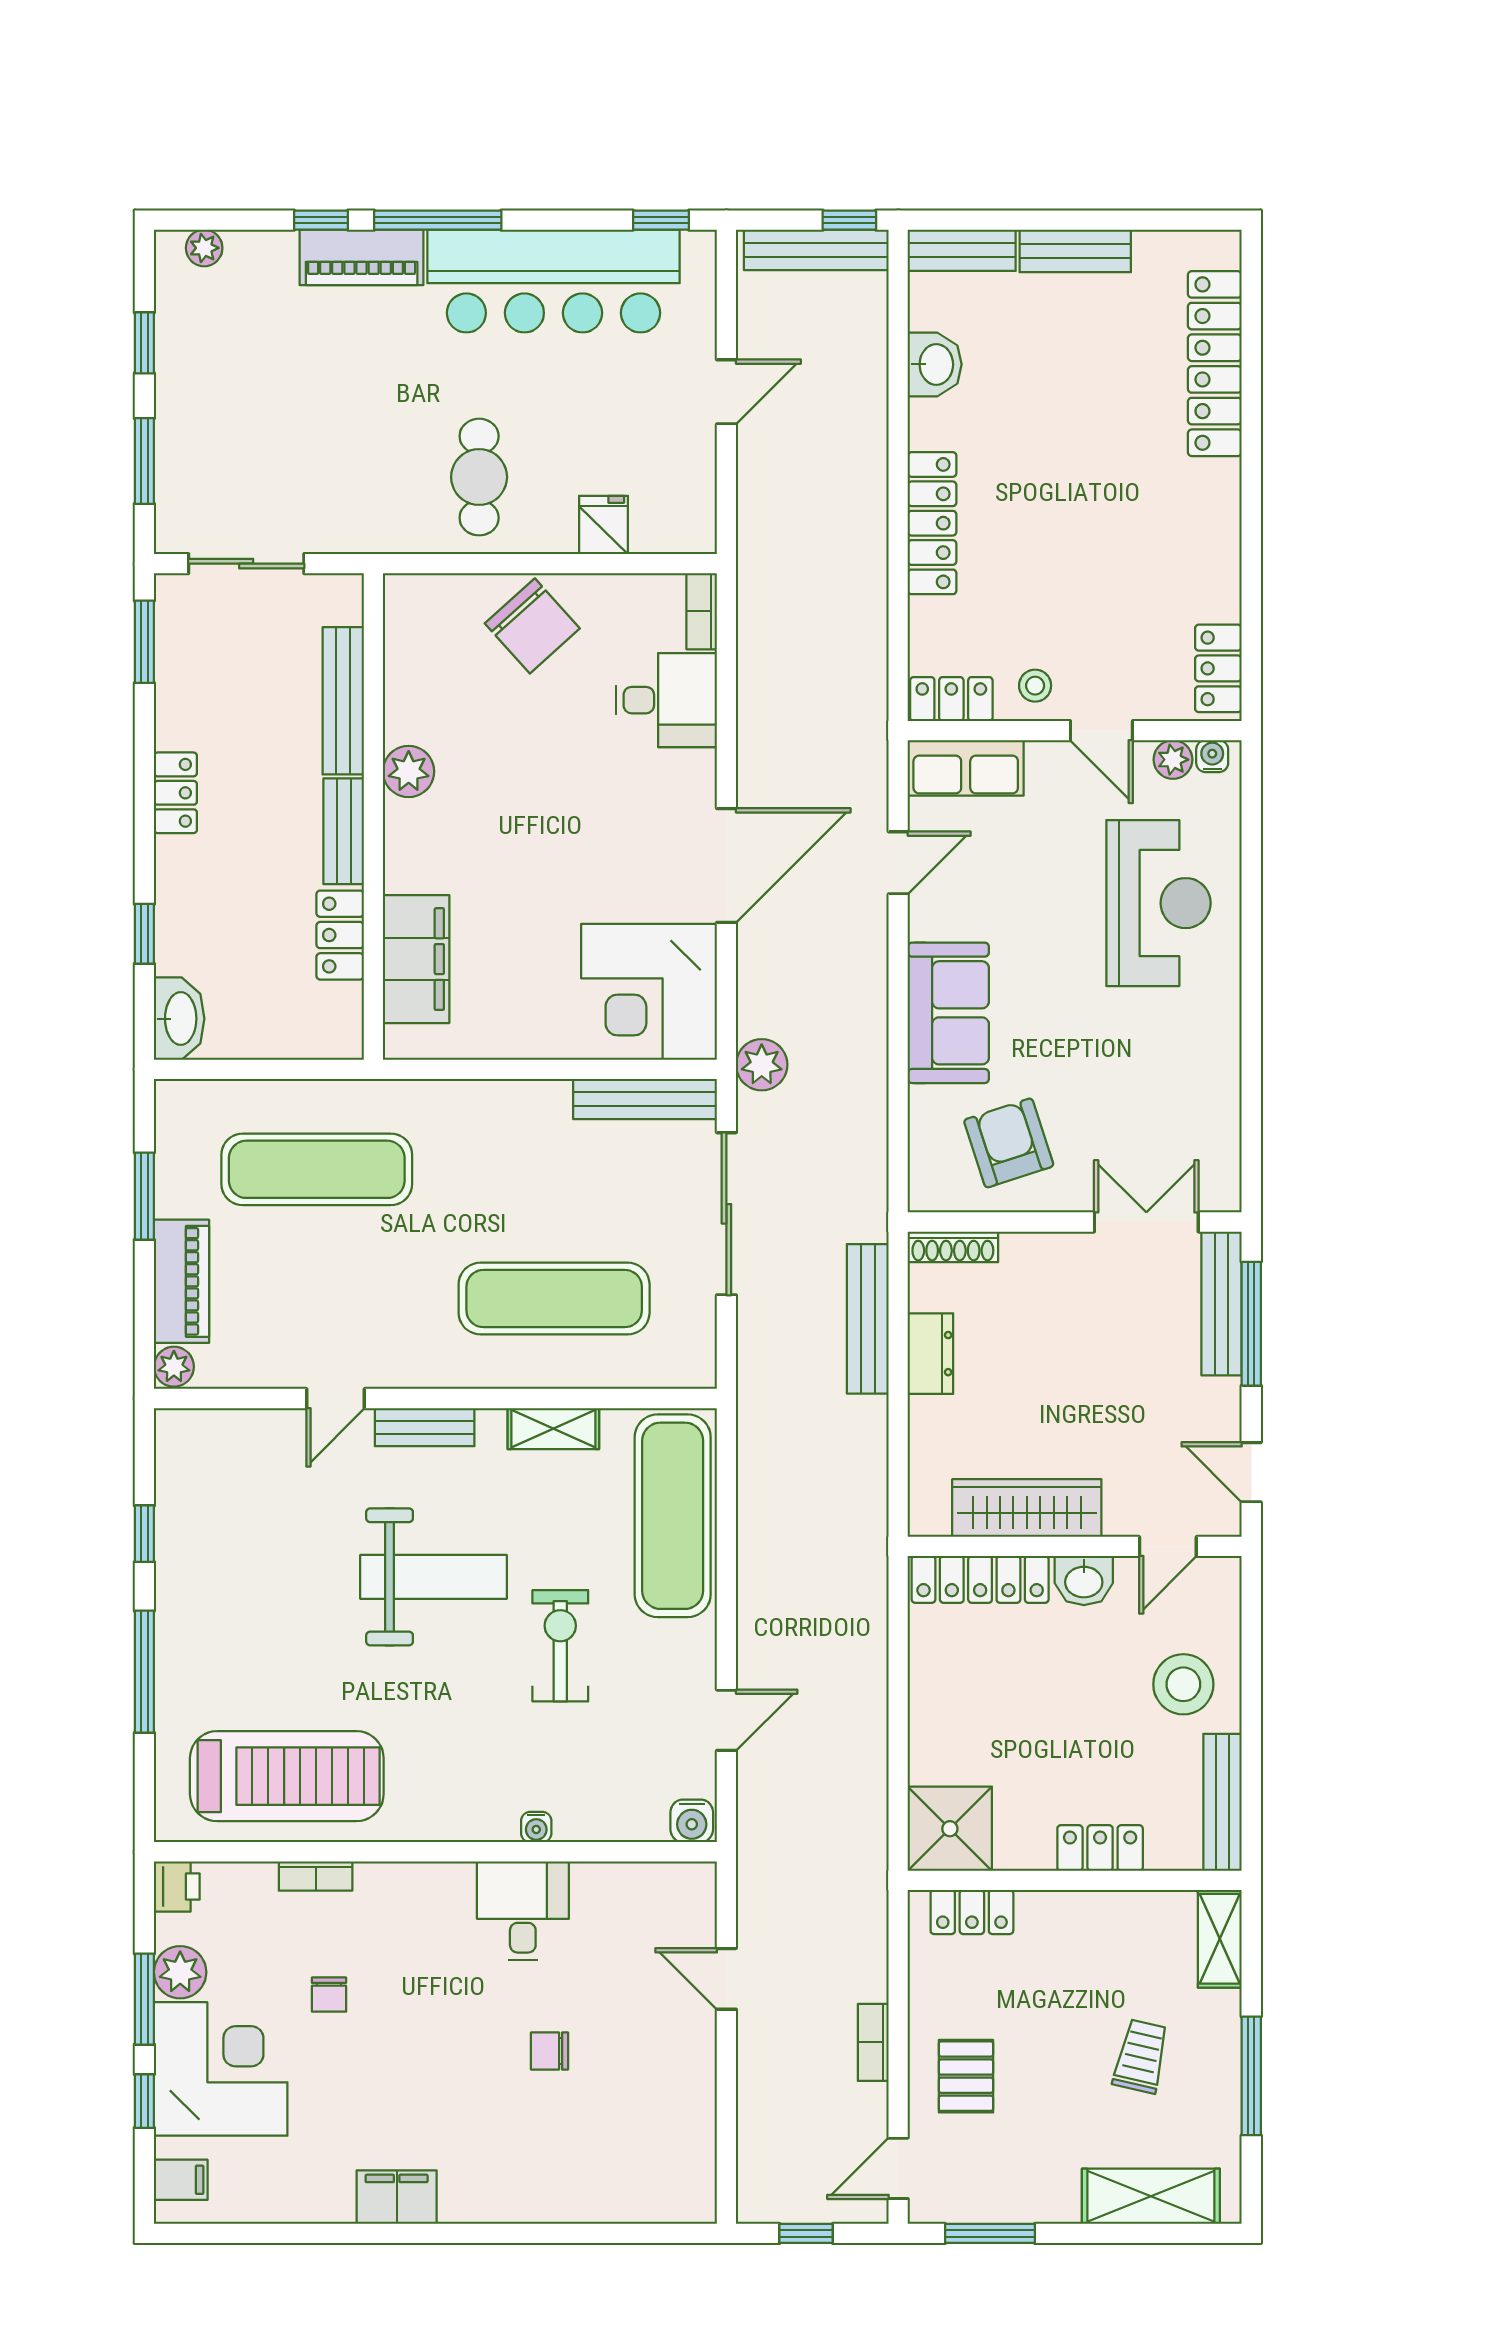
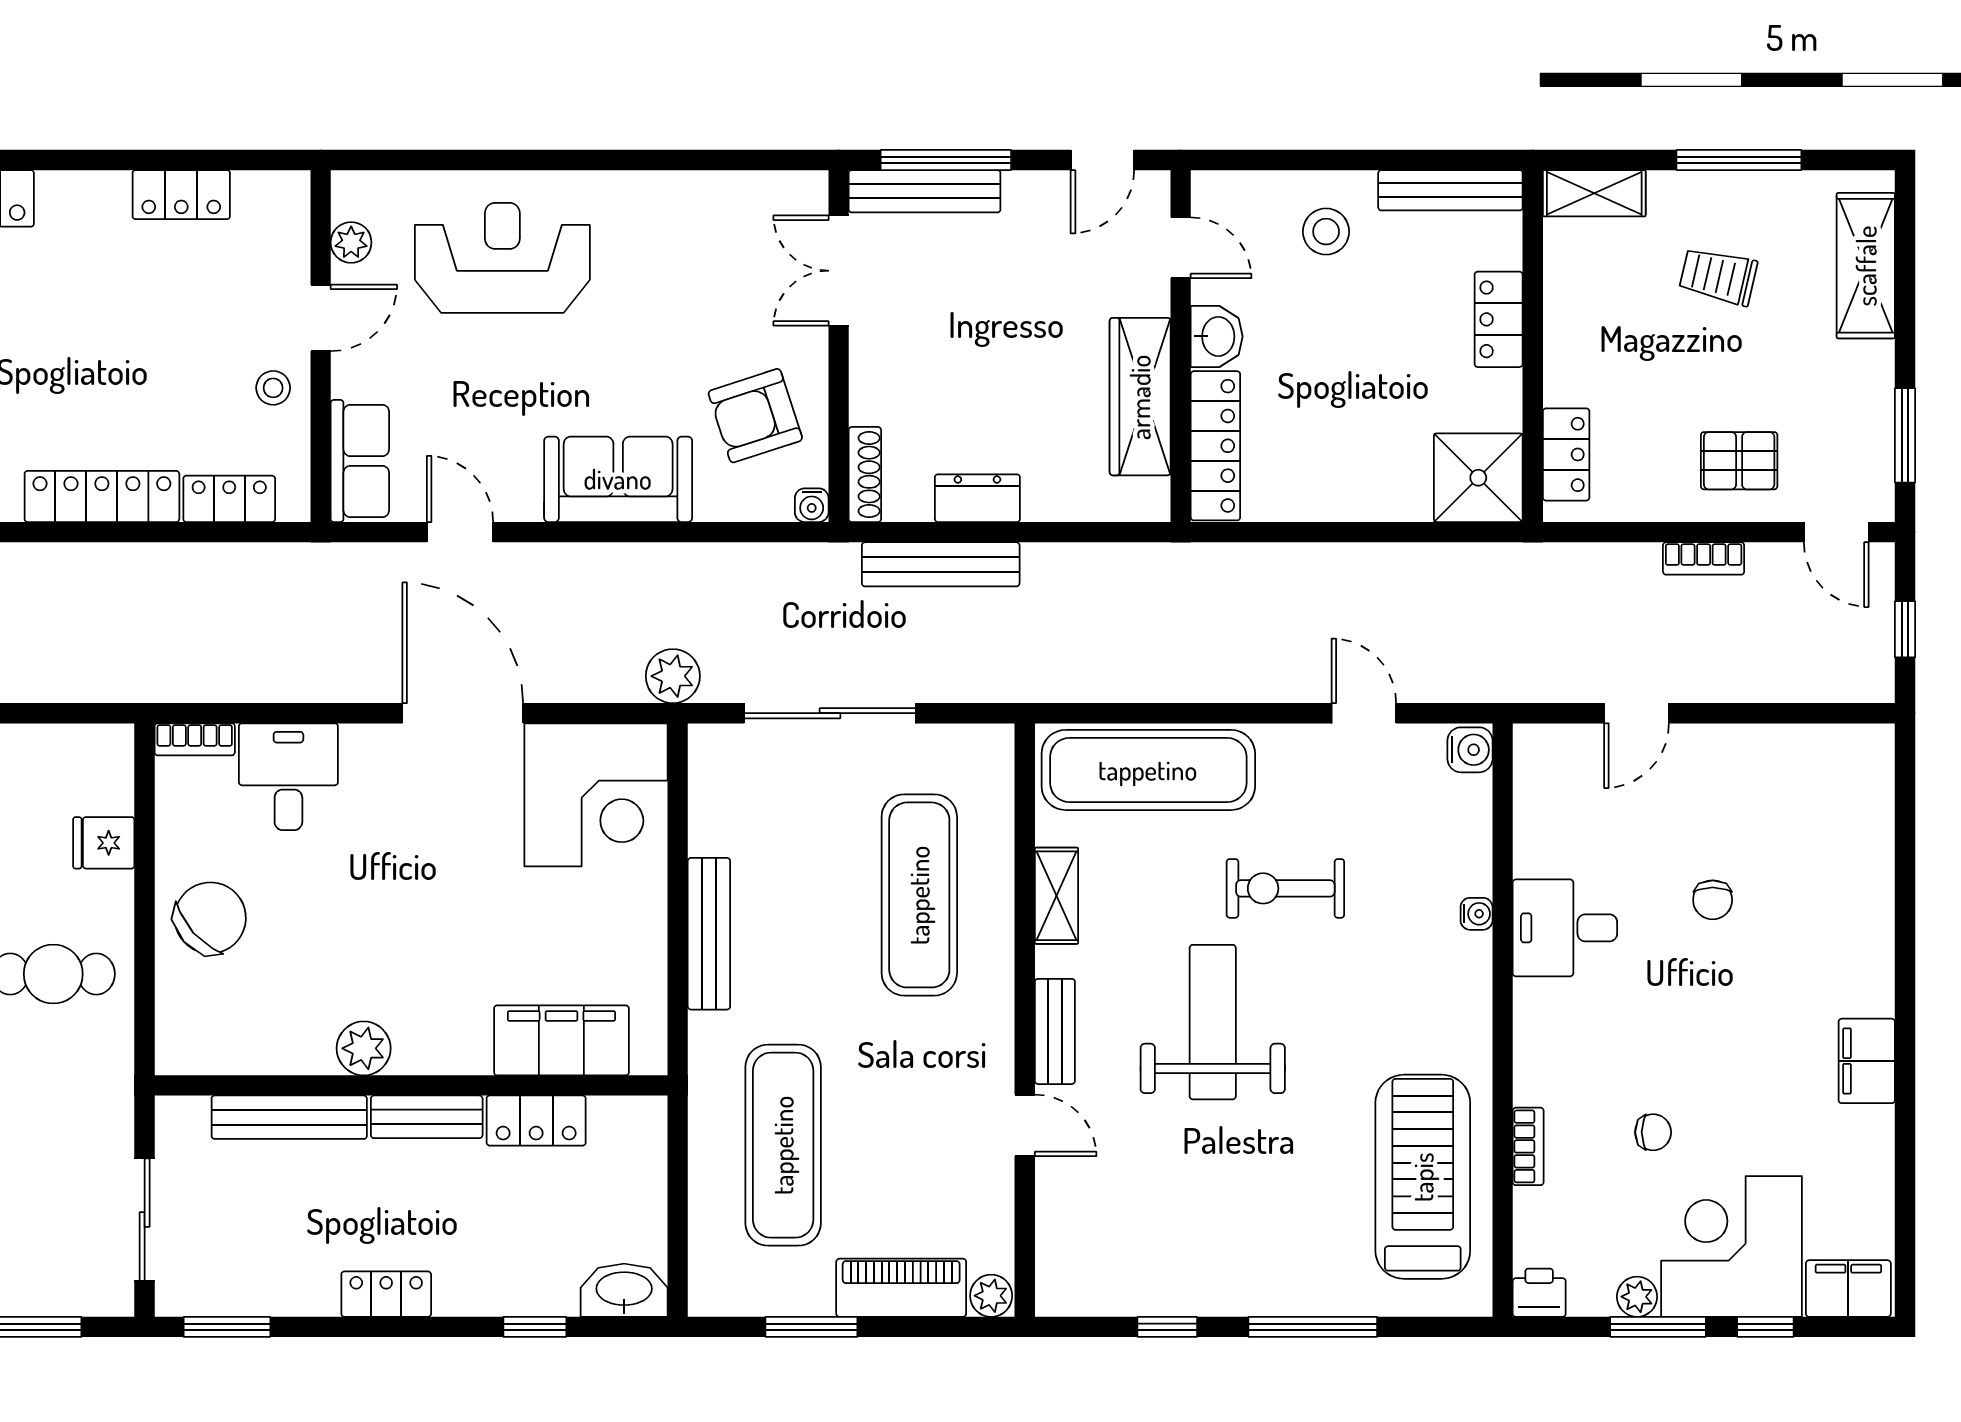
locker: (1218, 668) -> (181, 195), moved
locker: (951, 699) -> (229, 499), moved, turned 90
water cooler: (1212, 756) -> (812, 505), moved, turned -90
bench: (645, 1099) -> (709, 934), moved
stool: (1183, 1684) -> (1326, 232), width x0.73, depth x0.73
plant: (180, 1972) -> (1637, 1297), width x0.73, depth x0.73
filing cabinet: (181, 2180) -> (1848, 1289), width x2.00

